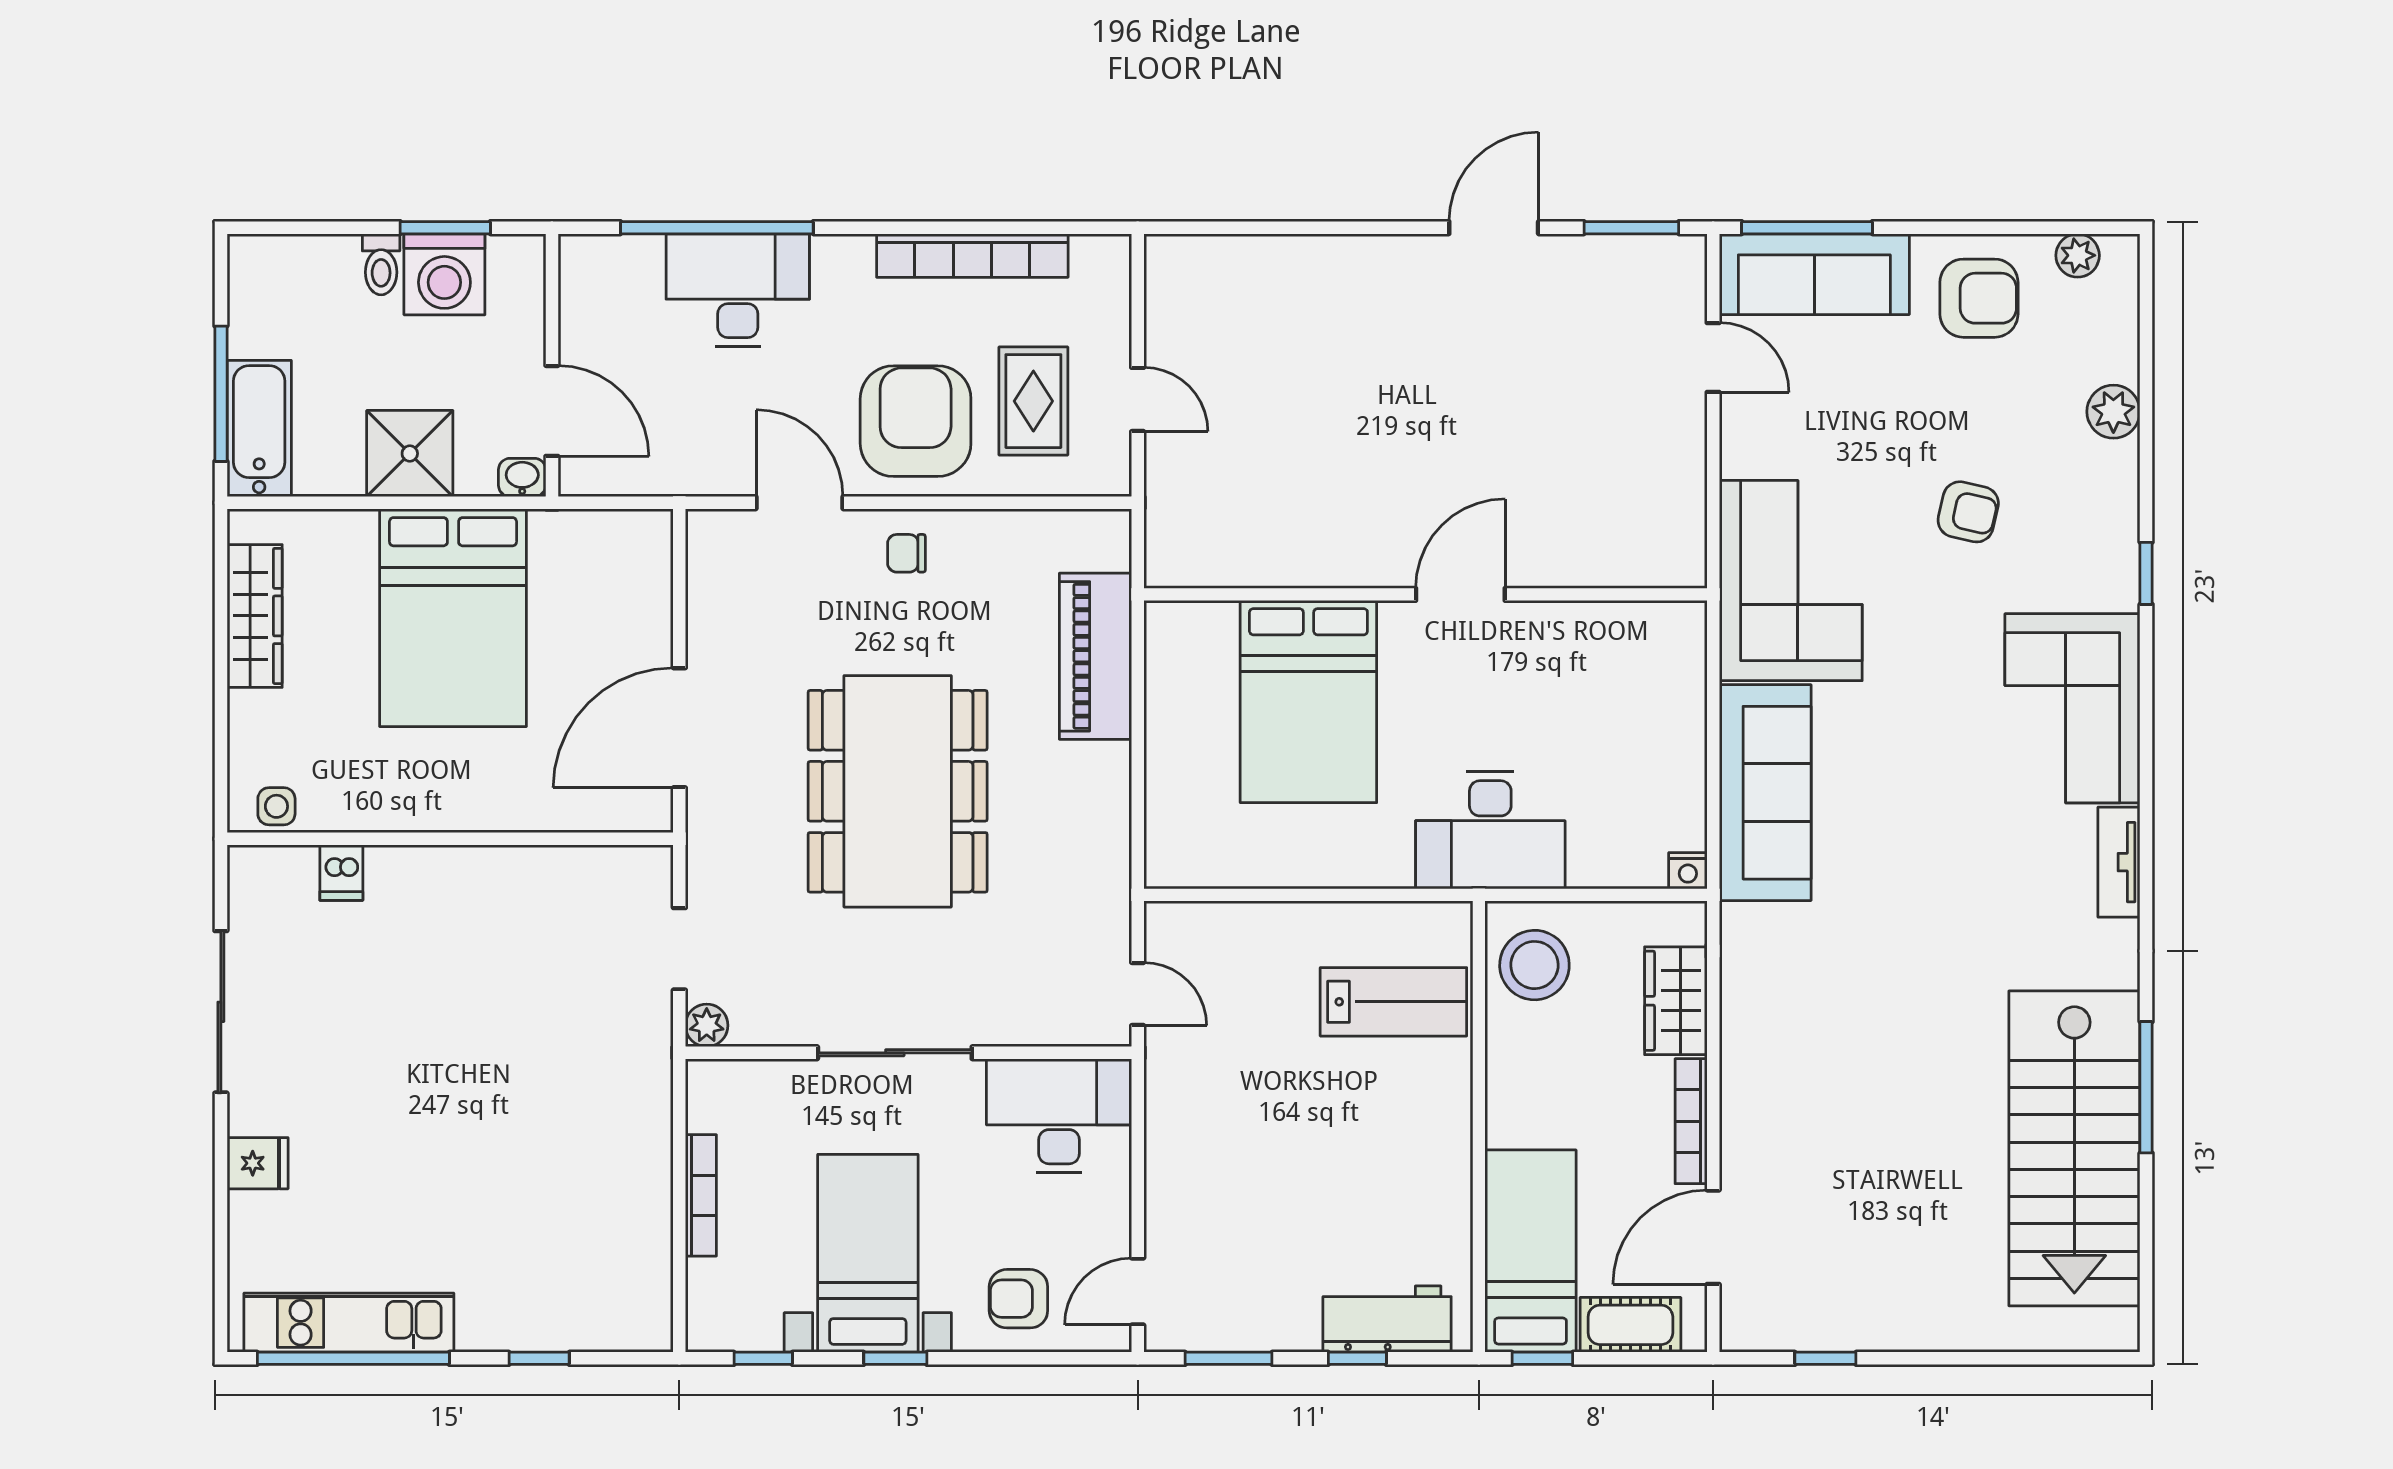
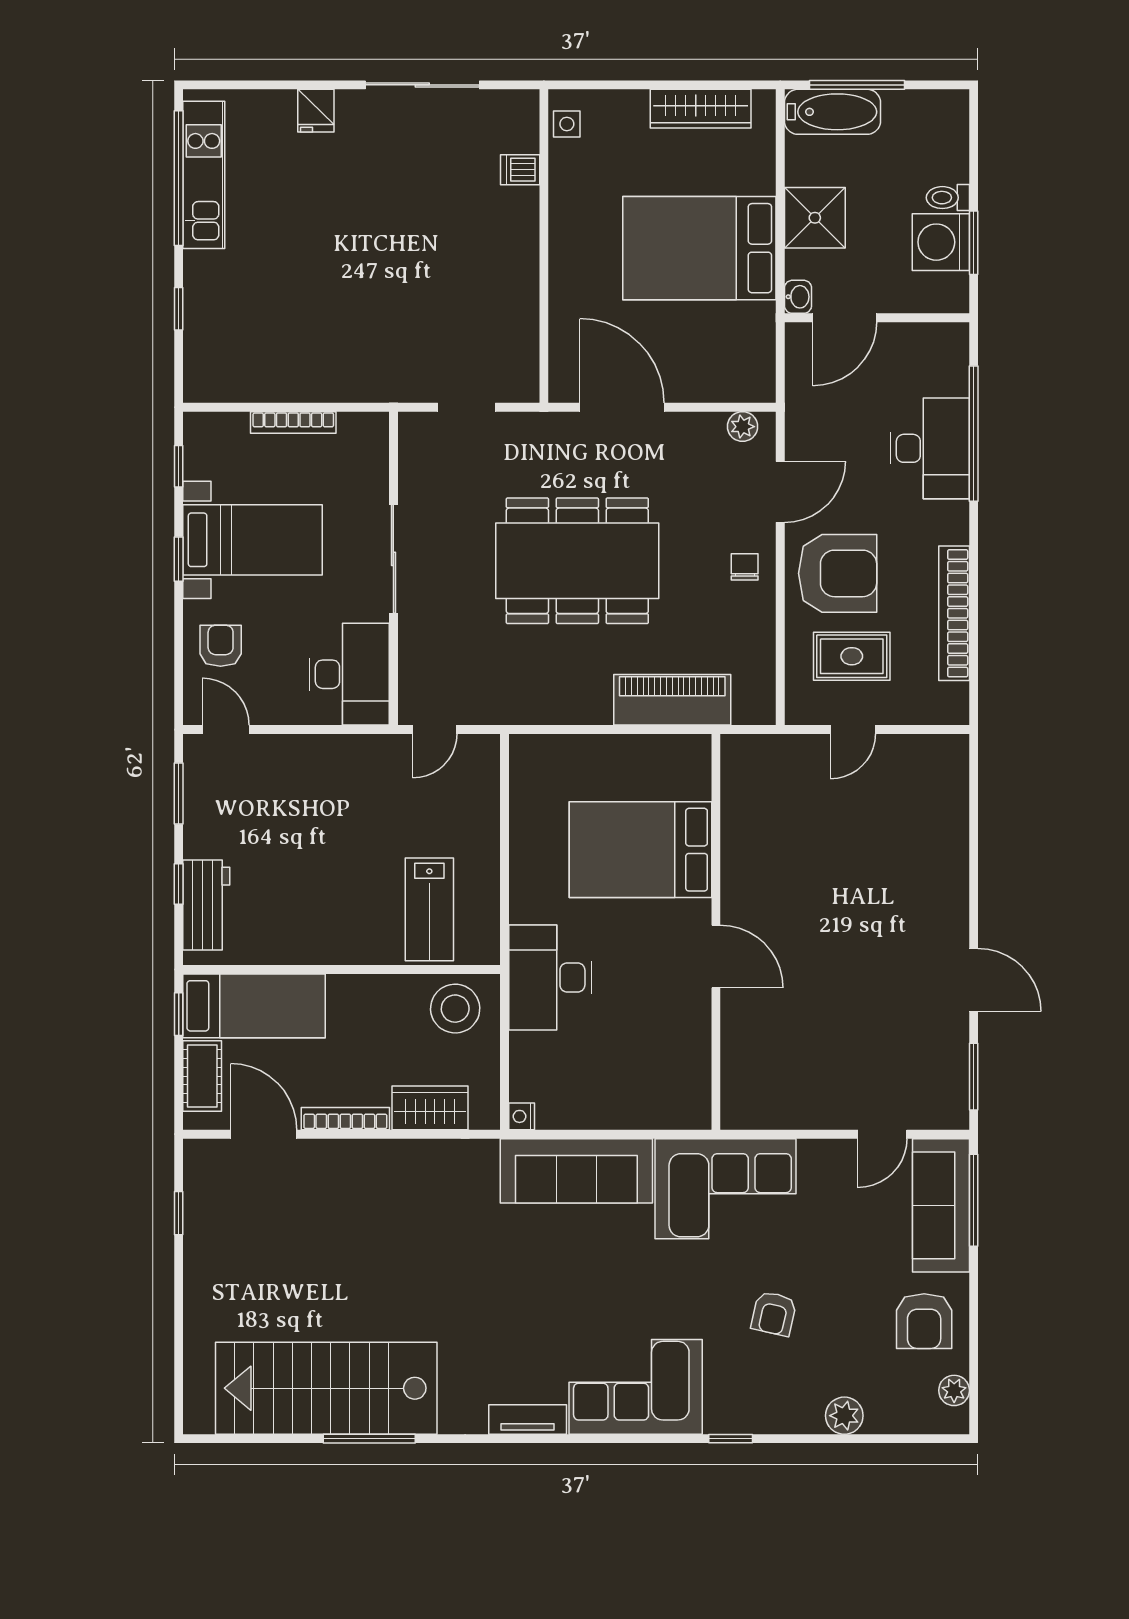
plant: (707, 1025) -> (743, 427), moved

